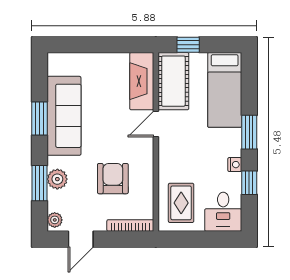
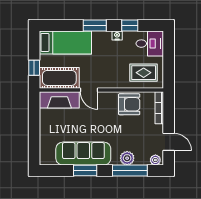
armchair: (113, 179) -> (129, 104), moved, turned 180
window: (39, 183) -> (130, 171), width x1.44

